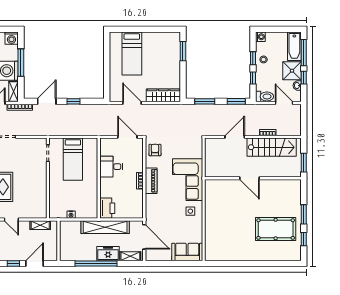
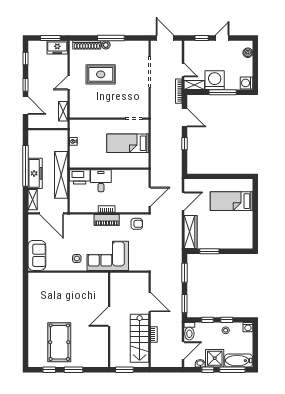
window: (183, 51) -> (209, 251), moved
desk: (111, 167) -> (101, 181), moved
door: (144, 237) -> (52, 213), hinge flipped
freezer: (108, 254) -> (35, 173), width x1.40

